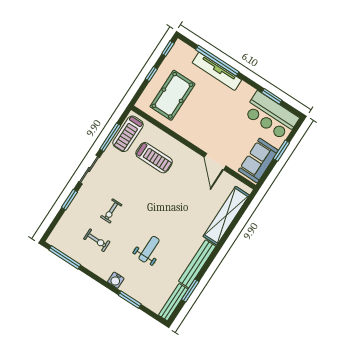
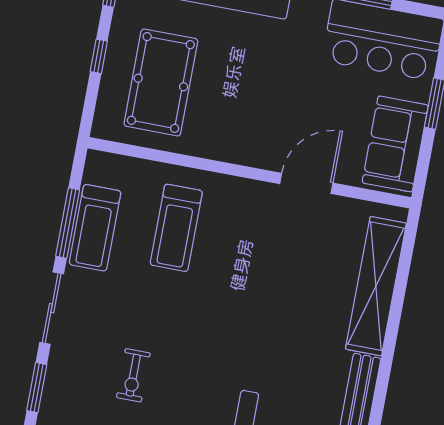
treadmill: (128, 134) -> (95, 228), moved
treadmill: (154, 158) -> (176, 228), turned 90
door: (215, 162) -> (306, 183), swing flipped

